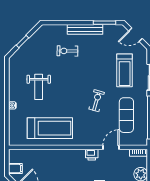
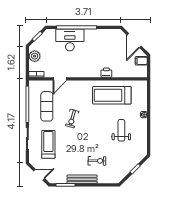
printer: (92, 155) -> (106, 73), moved

